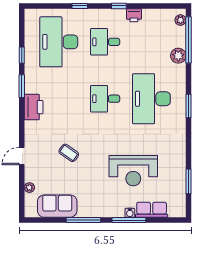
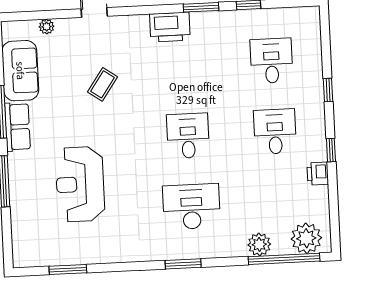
plant: (180, 20) -> (306, 238), width x1.87, depth x1.87
desk: (59, 42) -> (272, 61), width x0.53, depth x0.77
desk: (151, 99) -> (191, 207), width x0.73, depth x0.77
row of seats: (152, 210) -> (17, 127), moved
water cooler: (130, 213) -> (16, 182), removed

